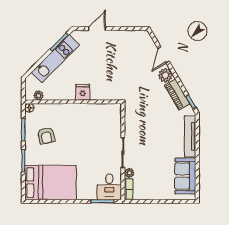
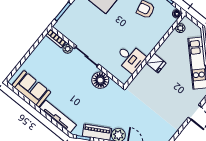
floor lamp: (133, 126) -> (100, 80), added
desk: (109, 187) -> (130, 58), moved, turned 180

